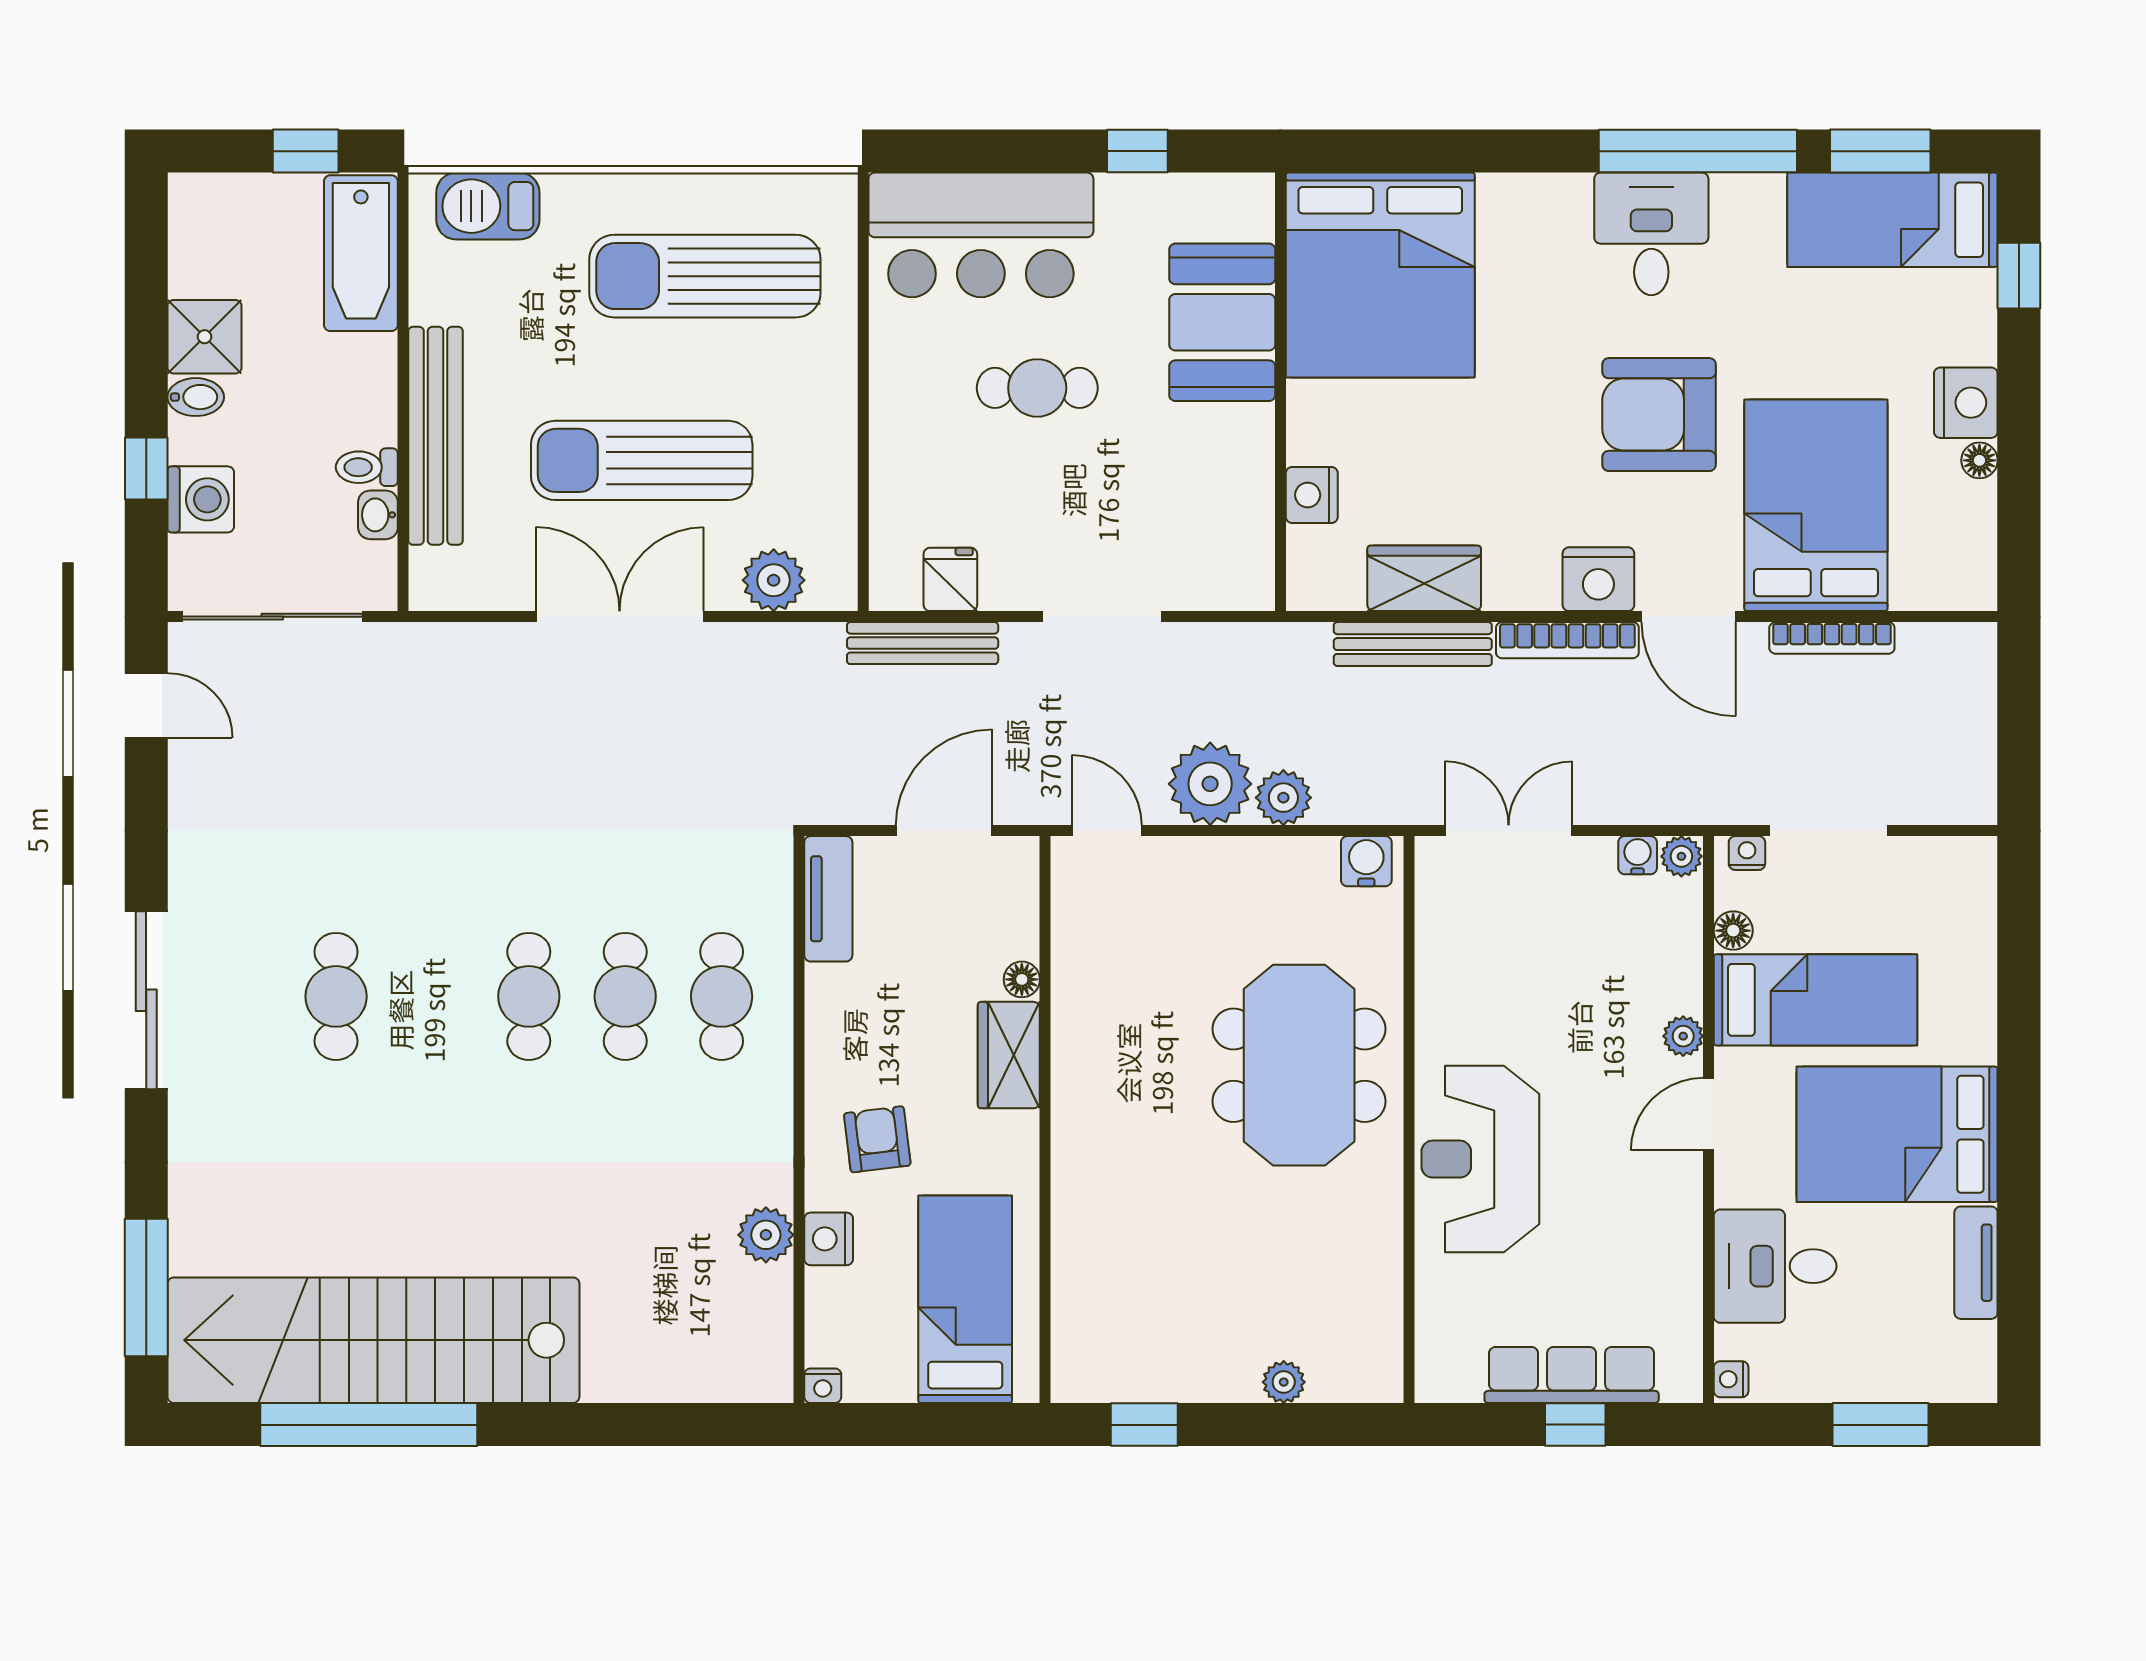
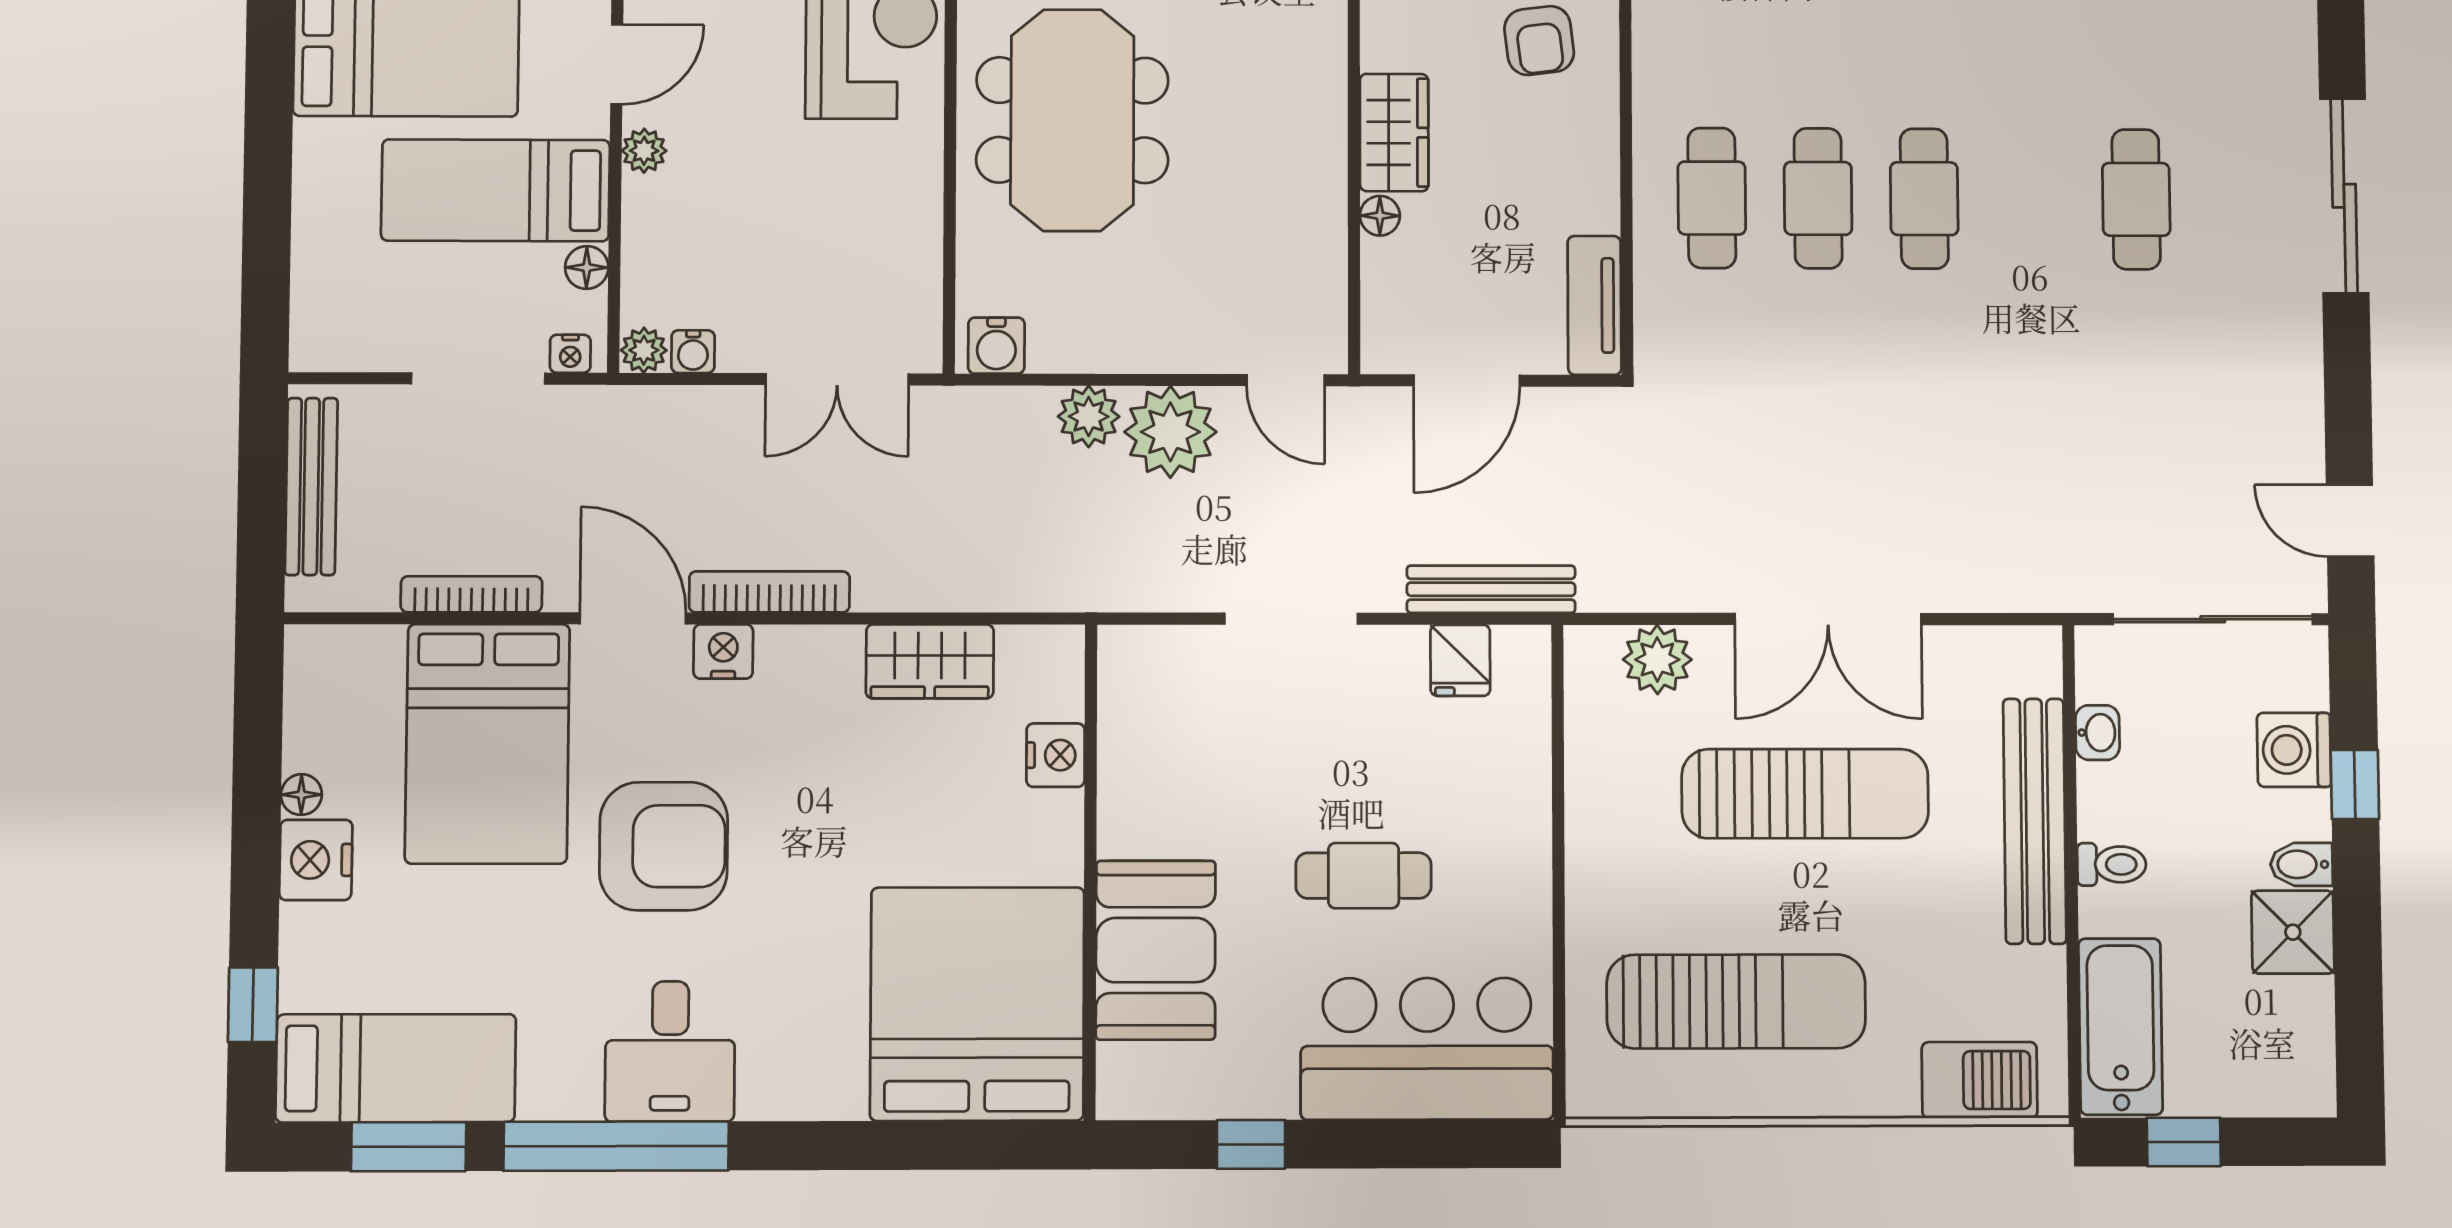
toilet: (367, 467) -> (2112, 864), moved
nightstand: (1598, 579) -> (723, 652), width x0.74, depth x0.75
bench: (1413, 644) -> (311, 487), moved, turned 90

